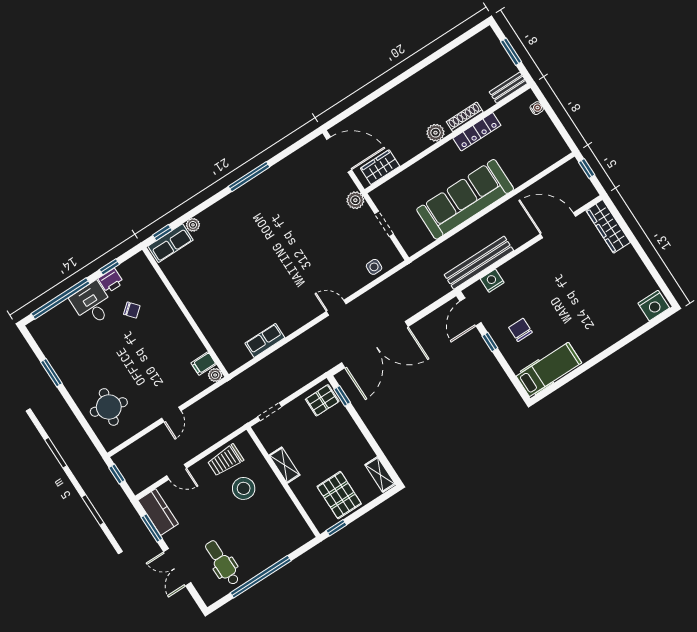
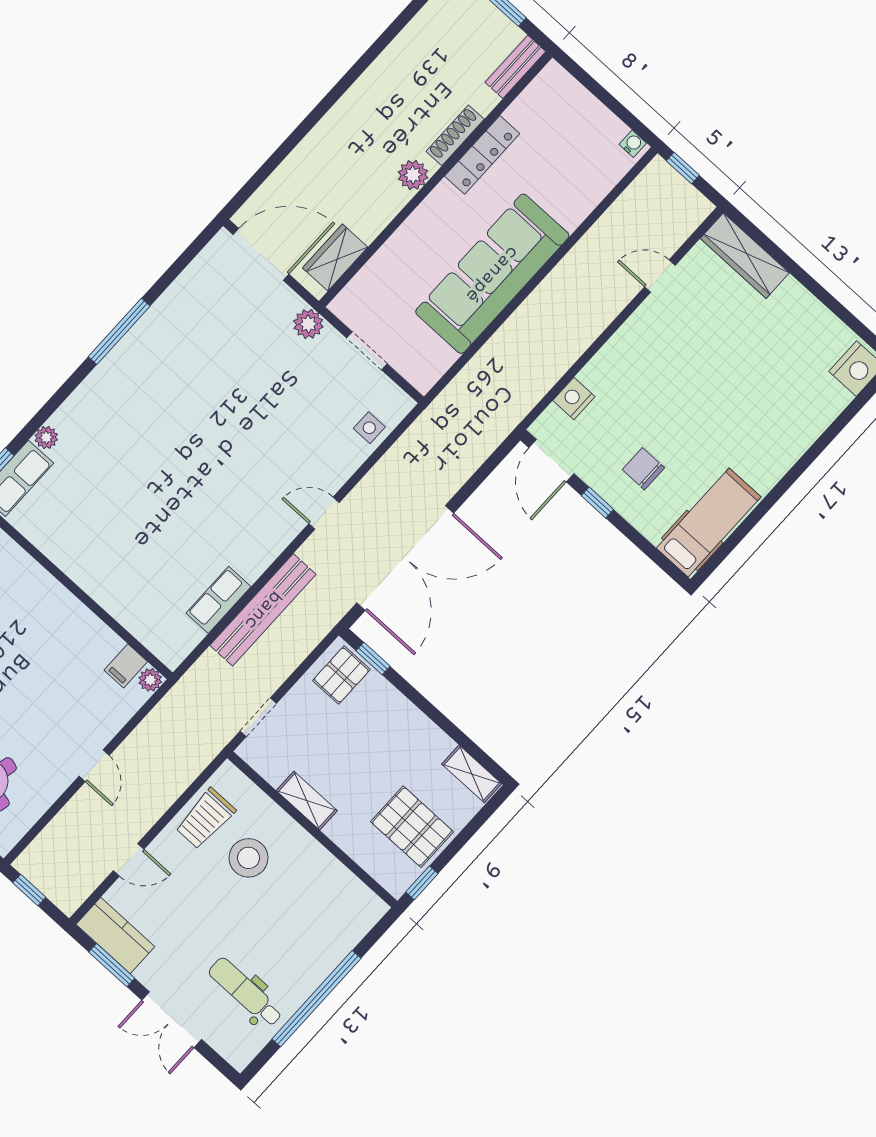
water cooler: (537, 108) -> (633, 144), moved
door: (558, 225) -> (660, 276), width x0.53
bench: (479, 263) -> (263, 610), moved

